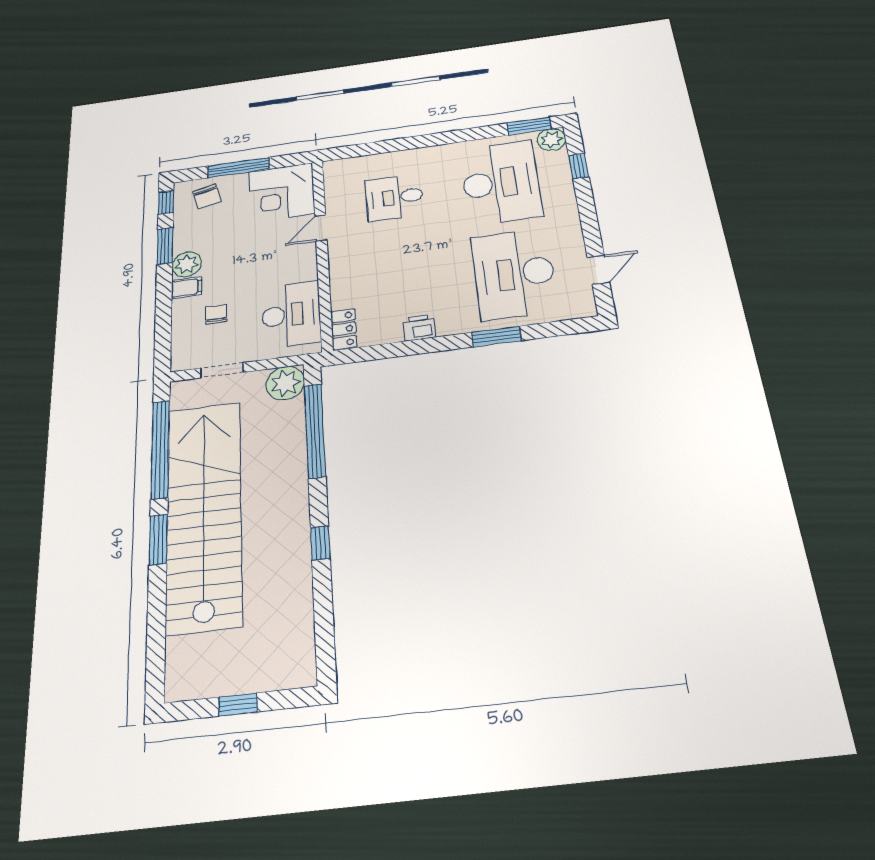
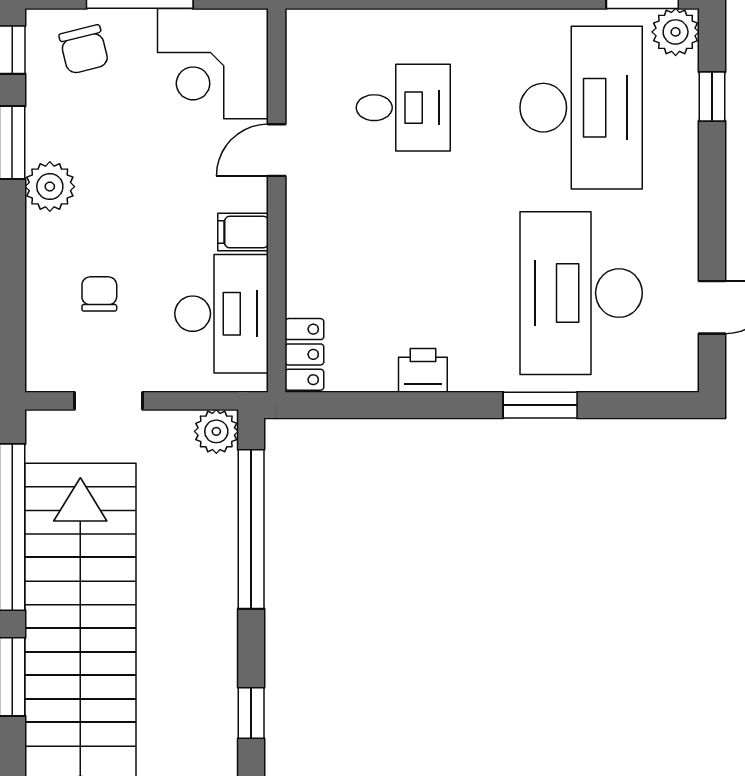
desk: (394, 197) -> (403, 108), turned 180
filing cabinet: (187, 288) -> (243, 232), moved, turned 180
plant: (285, 383) -> (216, 431), width x0.73, depth x0.73

